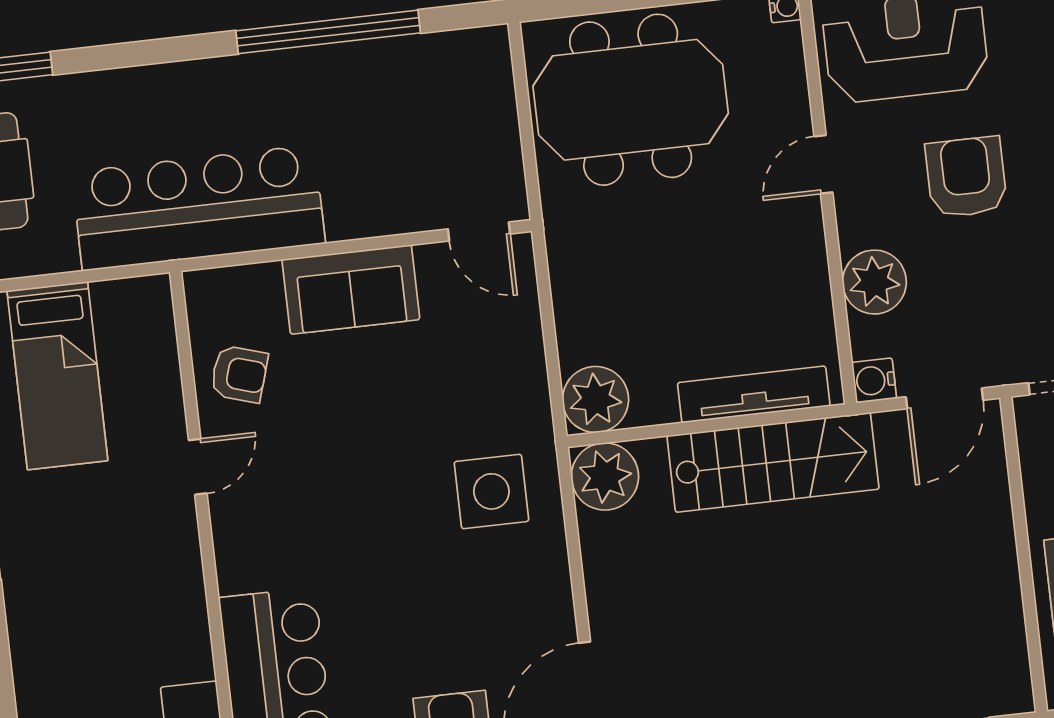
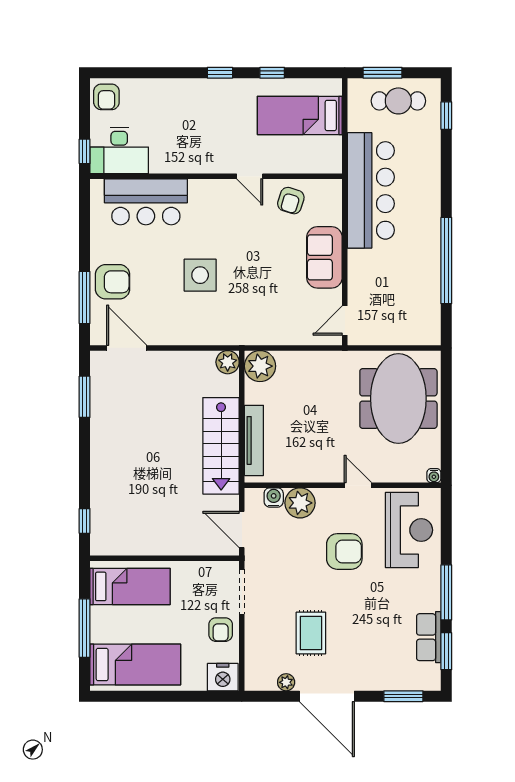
water cooler: (874, 380) -> (274, 497), moved
plant: (605, 476) -> (228, 362), width x0.73, depth x0.73
side table: (491, 491) -> (200, 275), moved

